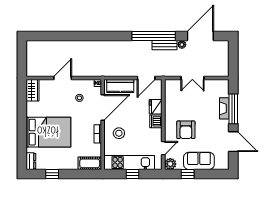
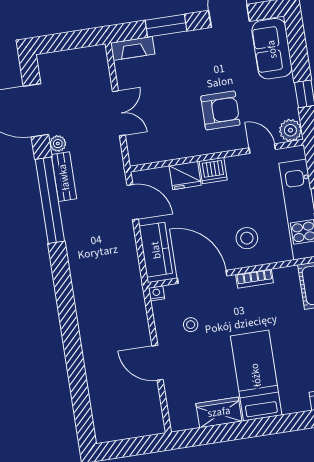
wardrobe: (33, 90) -> (219, 412), moved
fireplace: (224, 108) -> (133, 48), moved
window: (233, 109) -> (166, 26), width x0.69
bed: (48, 132) -> (256, 375), width x0.67
sofa: (199, 161) -> (272, 49), moved

